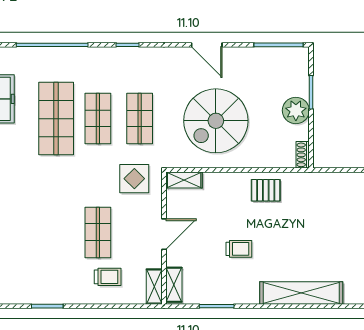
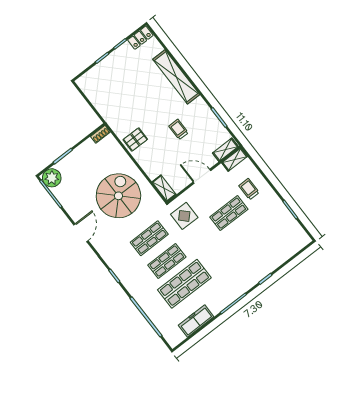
plant: (296, 110) -> (52, 178), moved
spiral stairs: (216, 121) -> (118, 196), turned -90
pallet: (266, 190) -> (135, 139), turned 90

